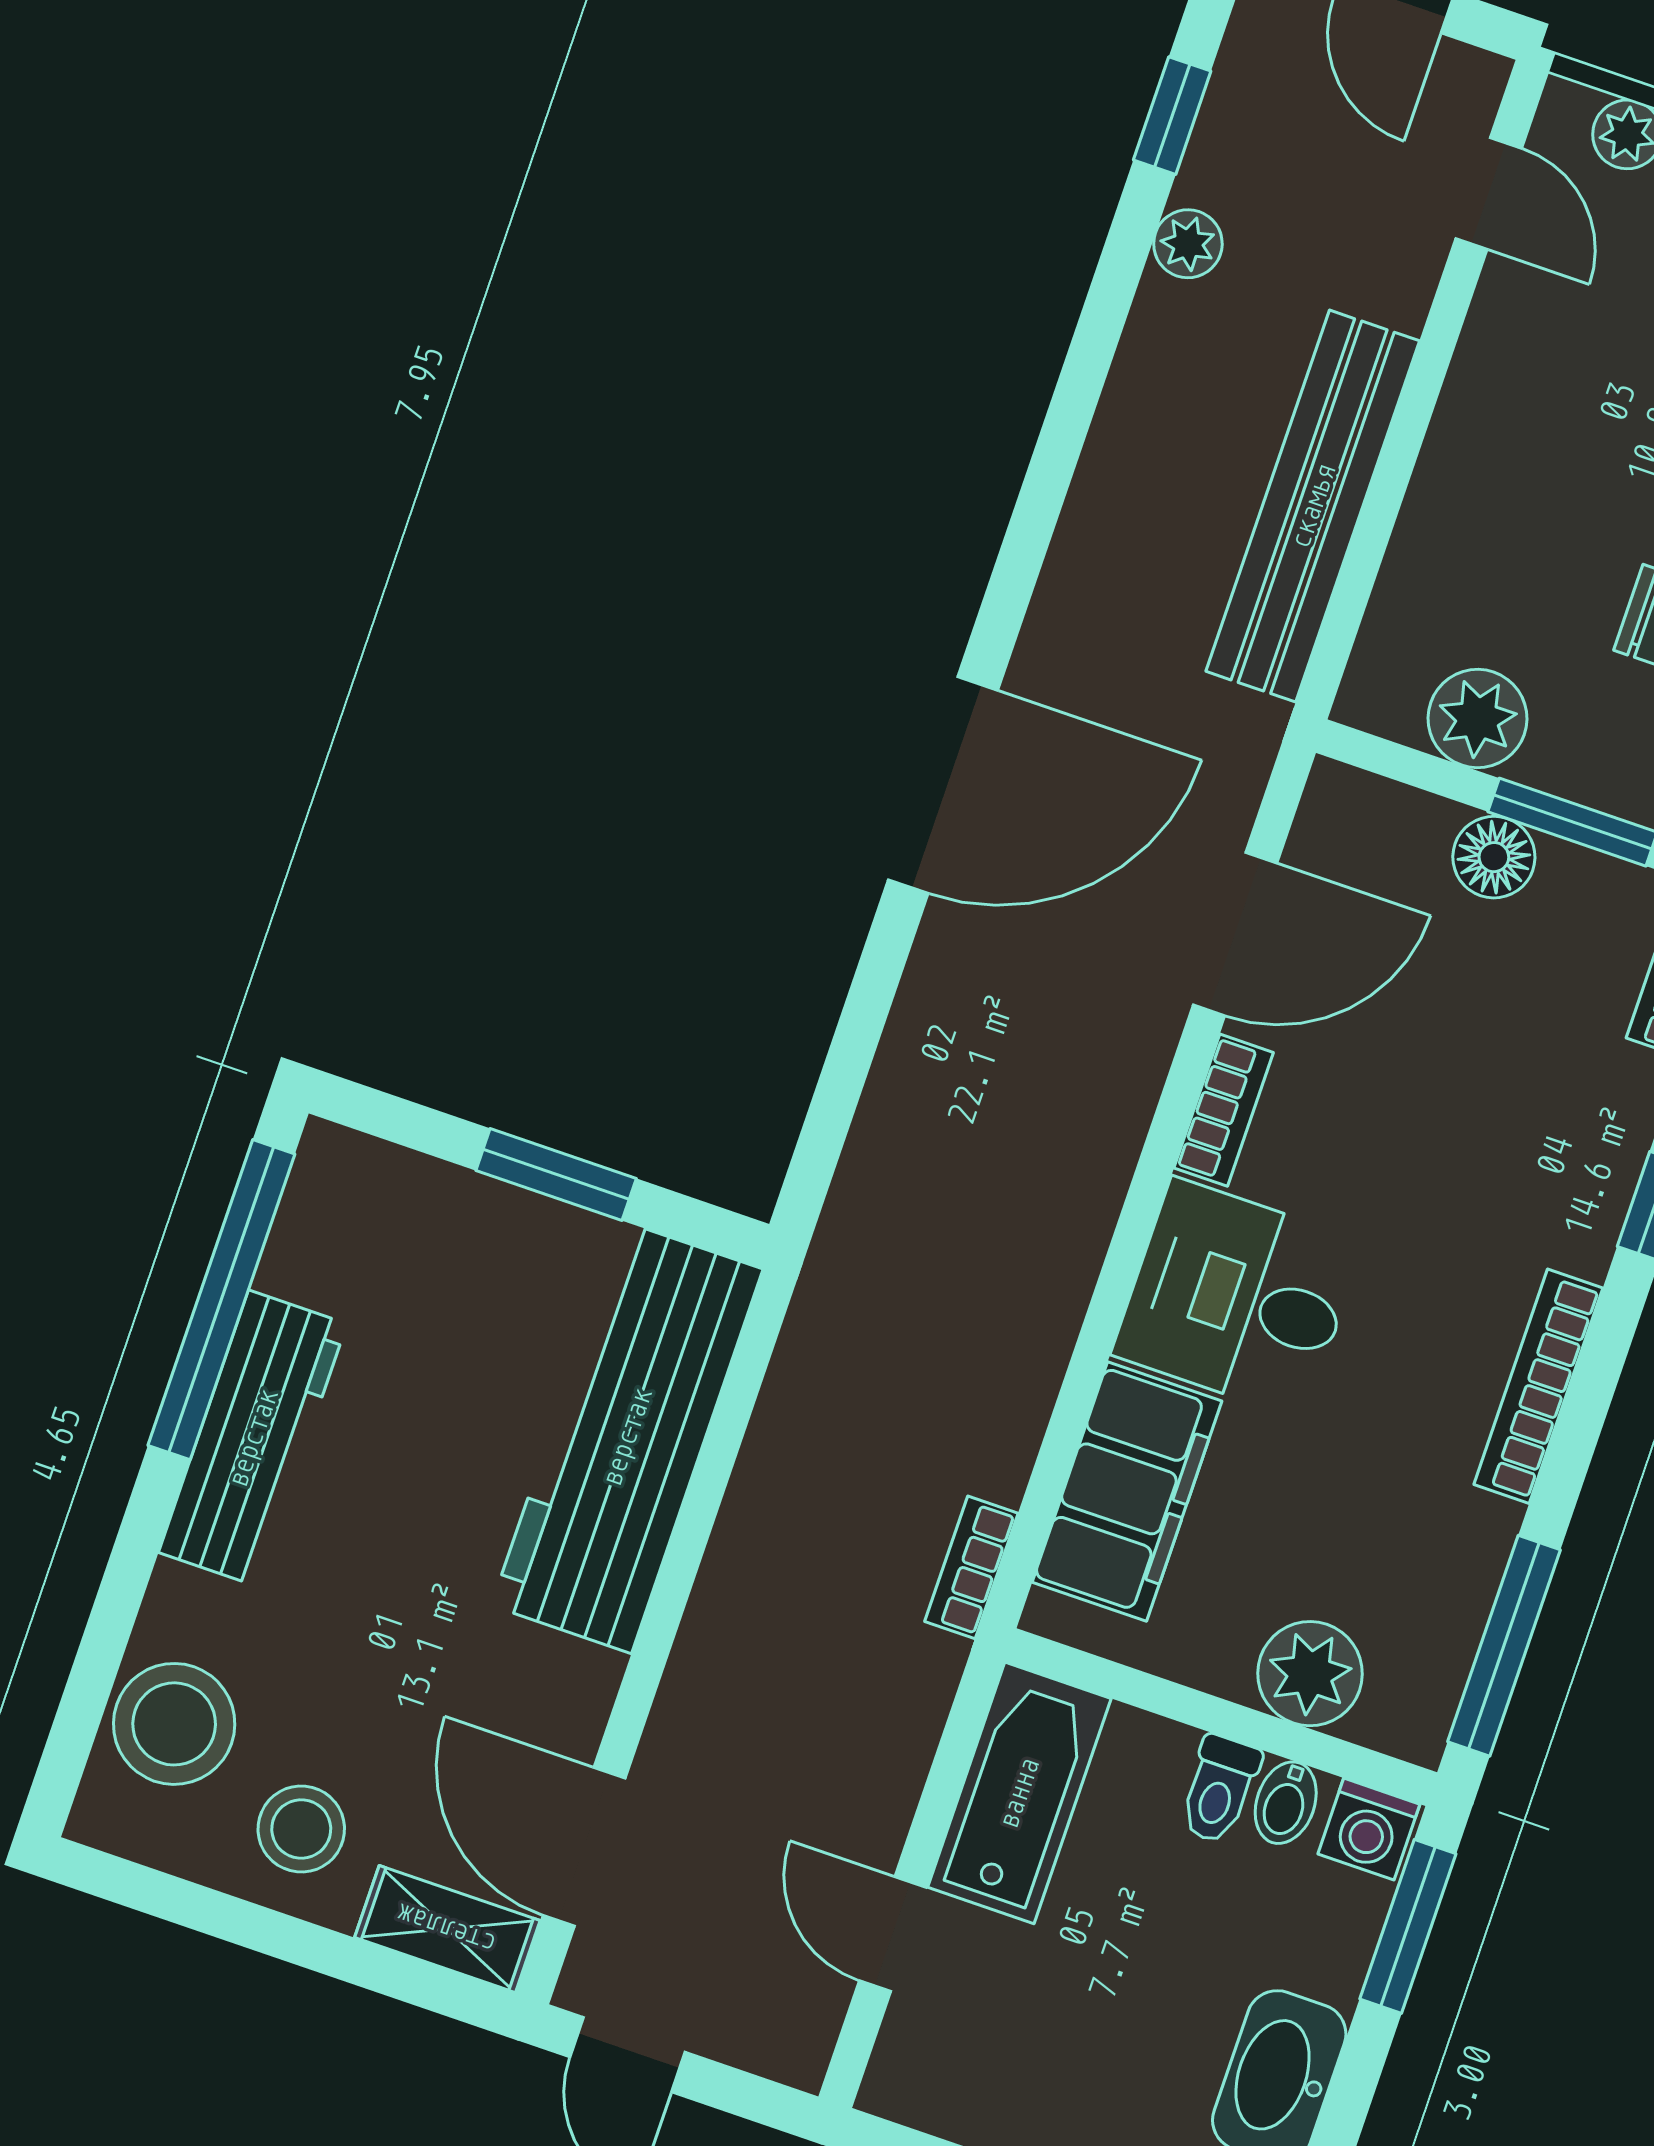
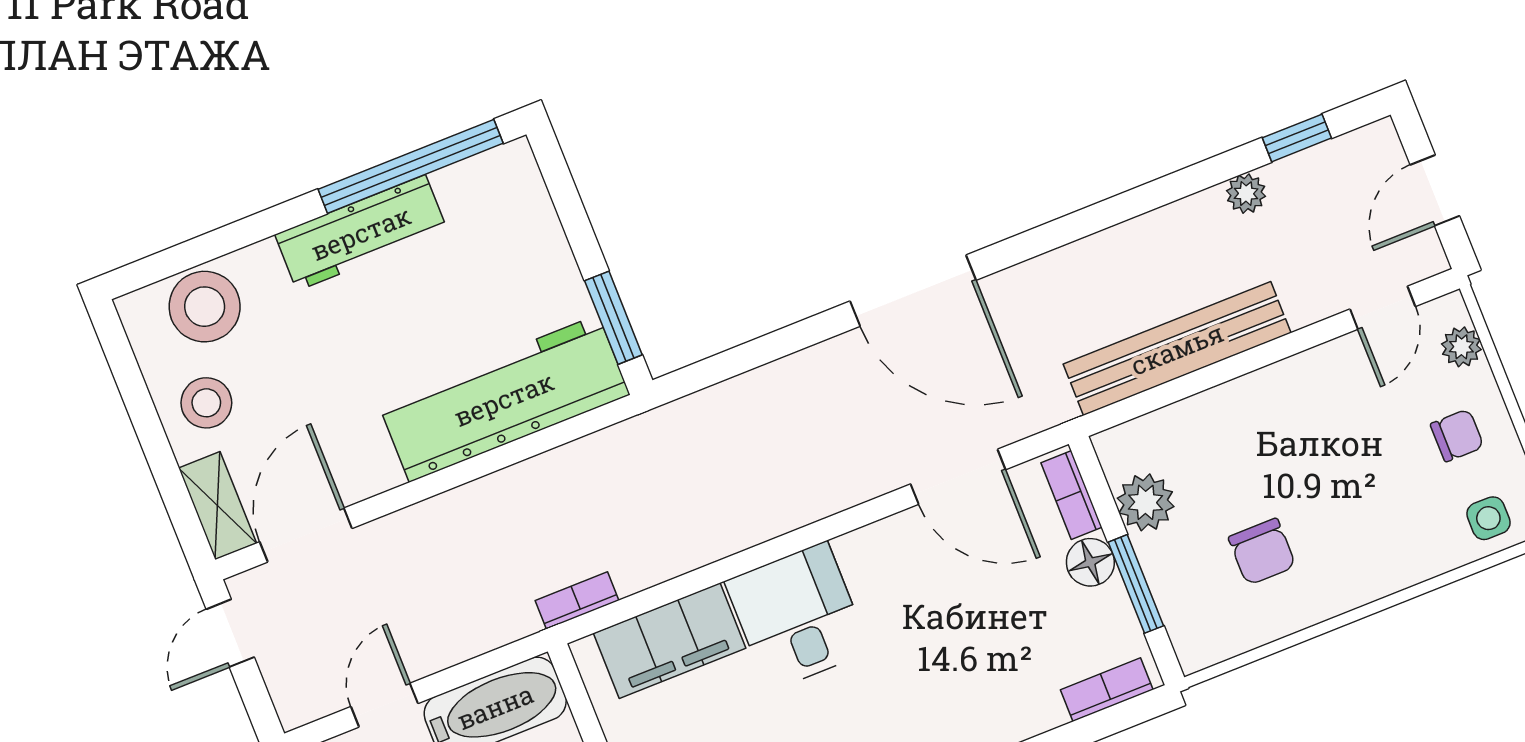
bookcase: (1224, 1110) -> (1071, 495), moved, turned 90
window: (556, 1174) -> (613, 318), moved

